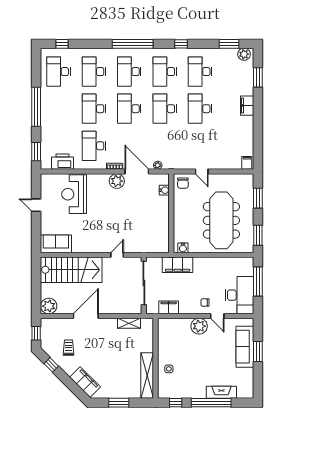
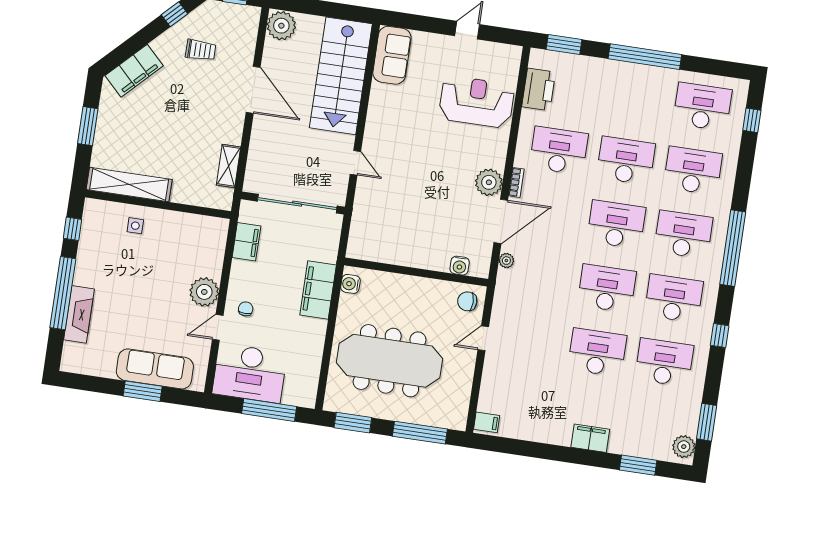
window: (258, 198) -> (420, 433), width x1.44
filing cabinet: (178, 265) -> (318, 290), moved

